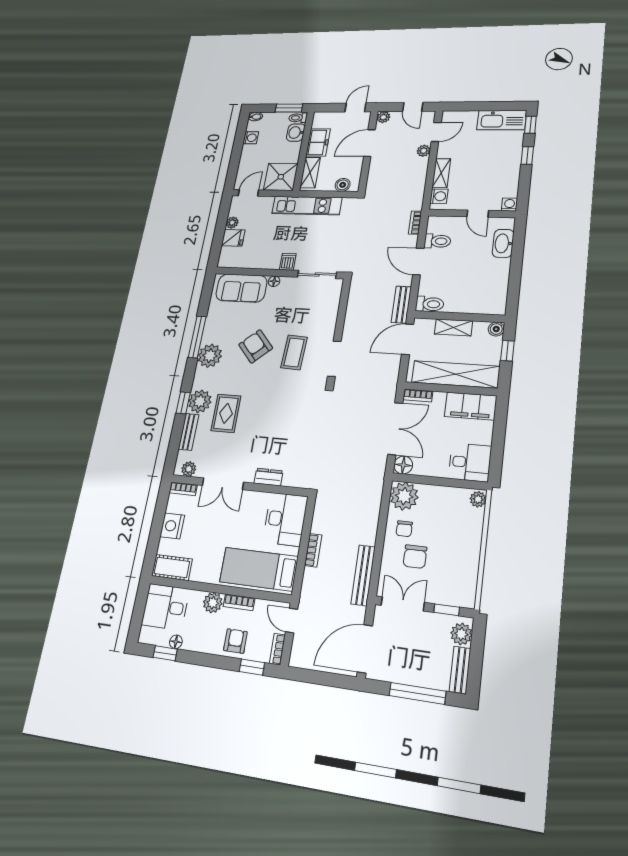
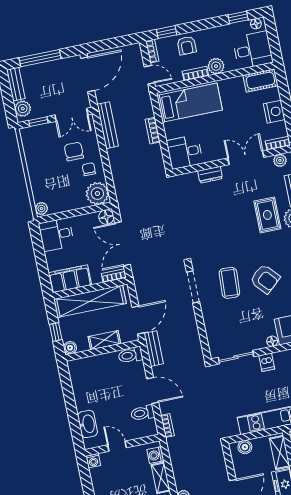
desk: (285, 519) -> (185, 152), width x0.73
floor lamp: (176, 642) -> (256, 24), moved

